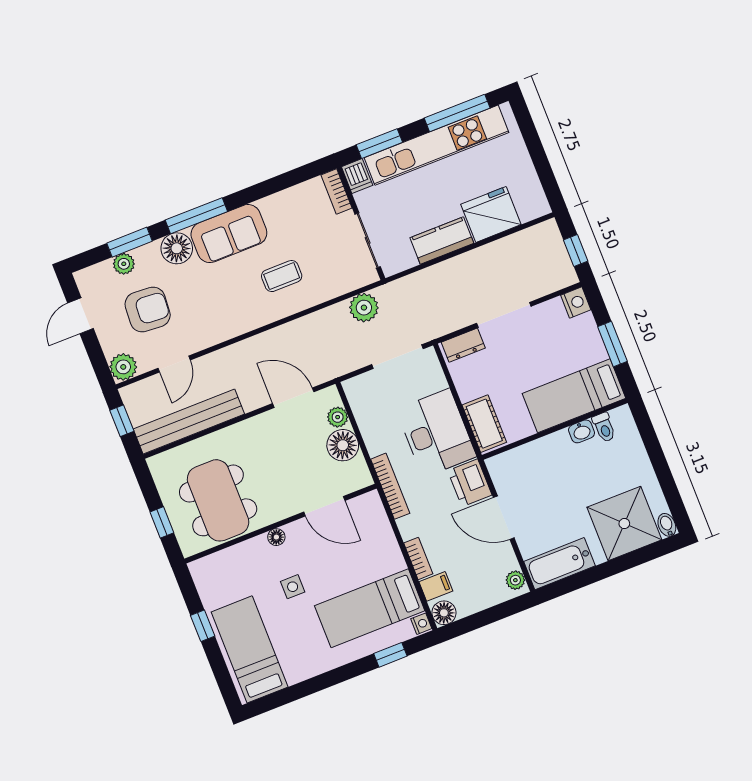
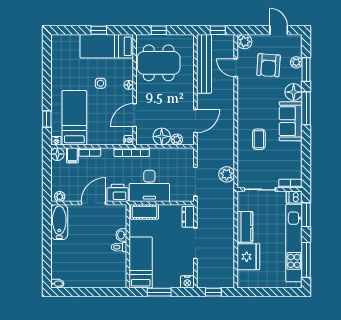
toilet: (604, 427) -> (119, 247), moved
washbasin: (582, 431) -> (121, 235), moved
nightstand: (371, 499) -> (129, 140), added
shower: (624, 524) -> (67, 263), removed
bed: (250, 649) -> (107, 46), moved, turned 180

